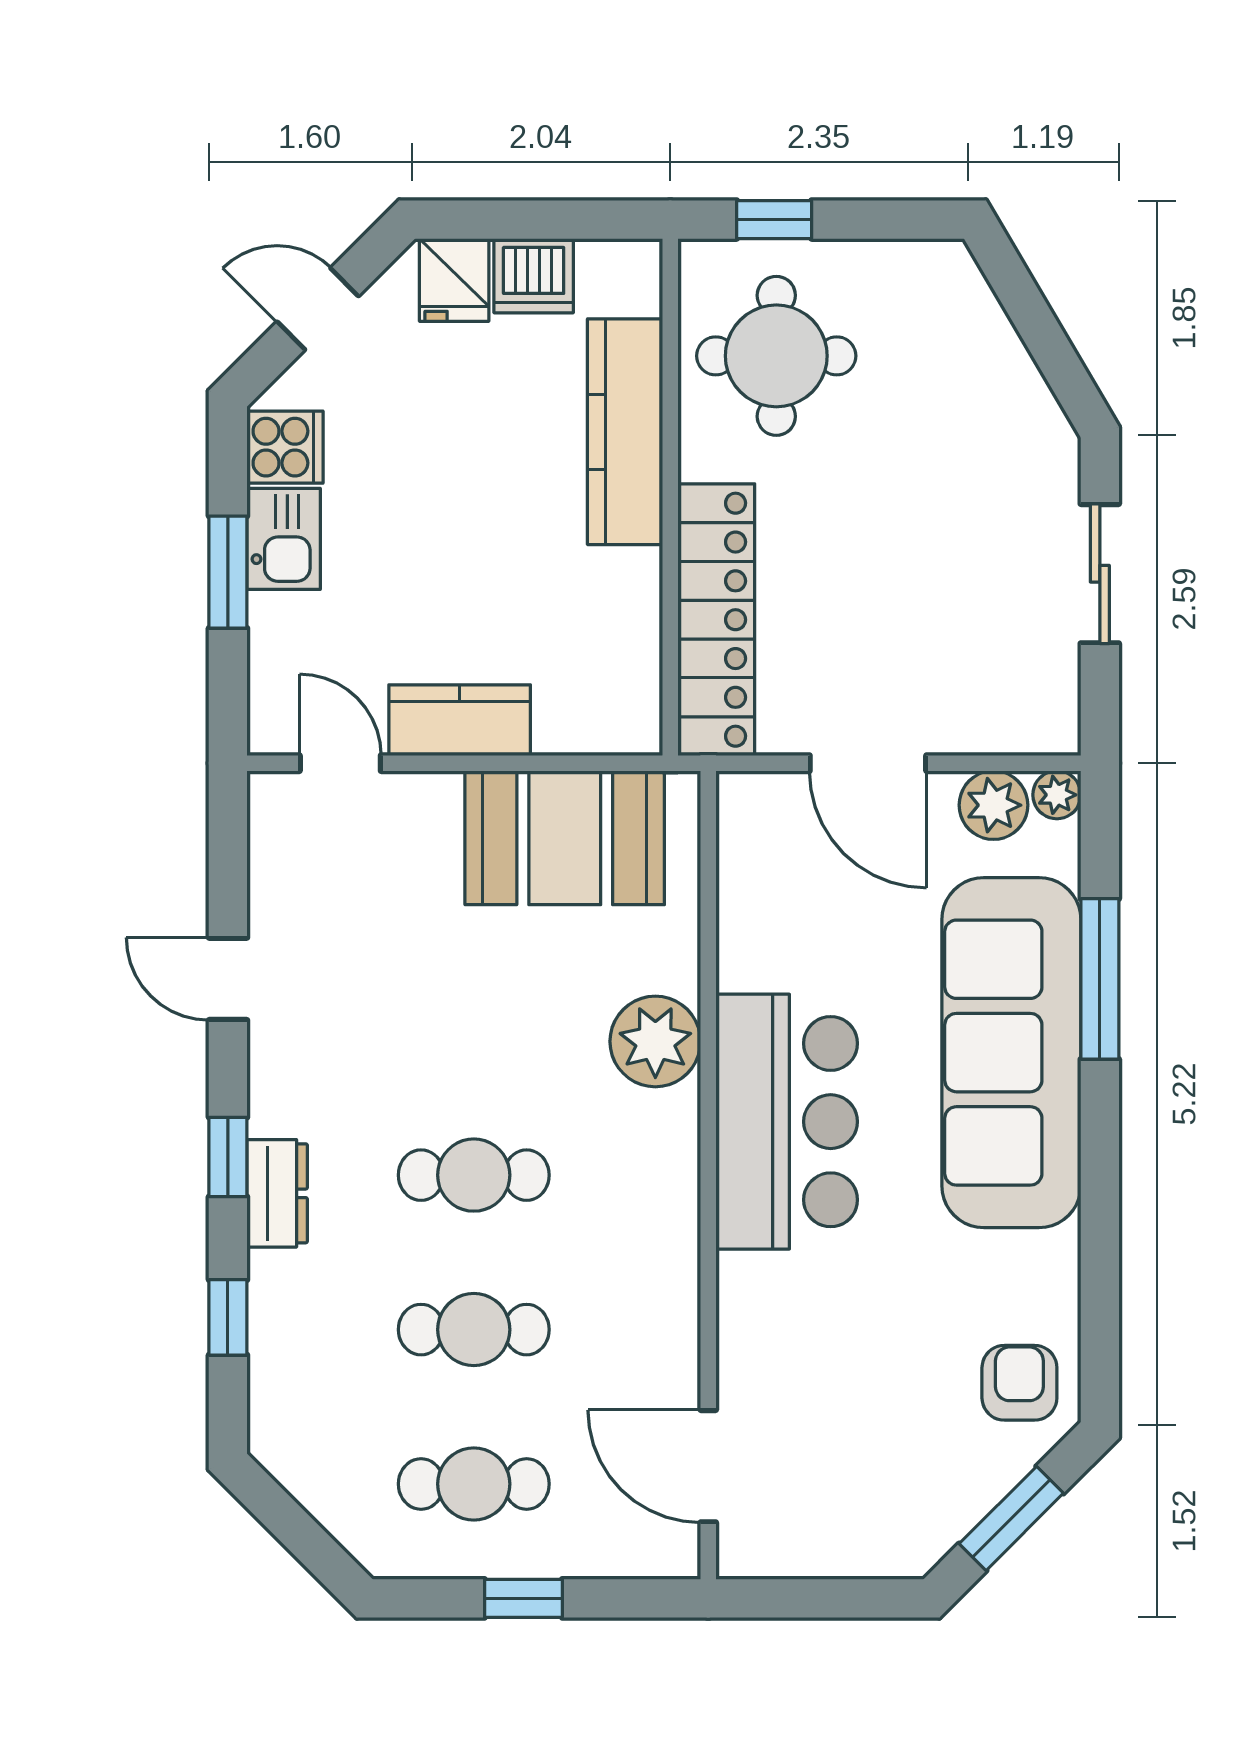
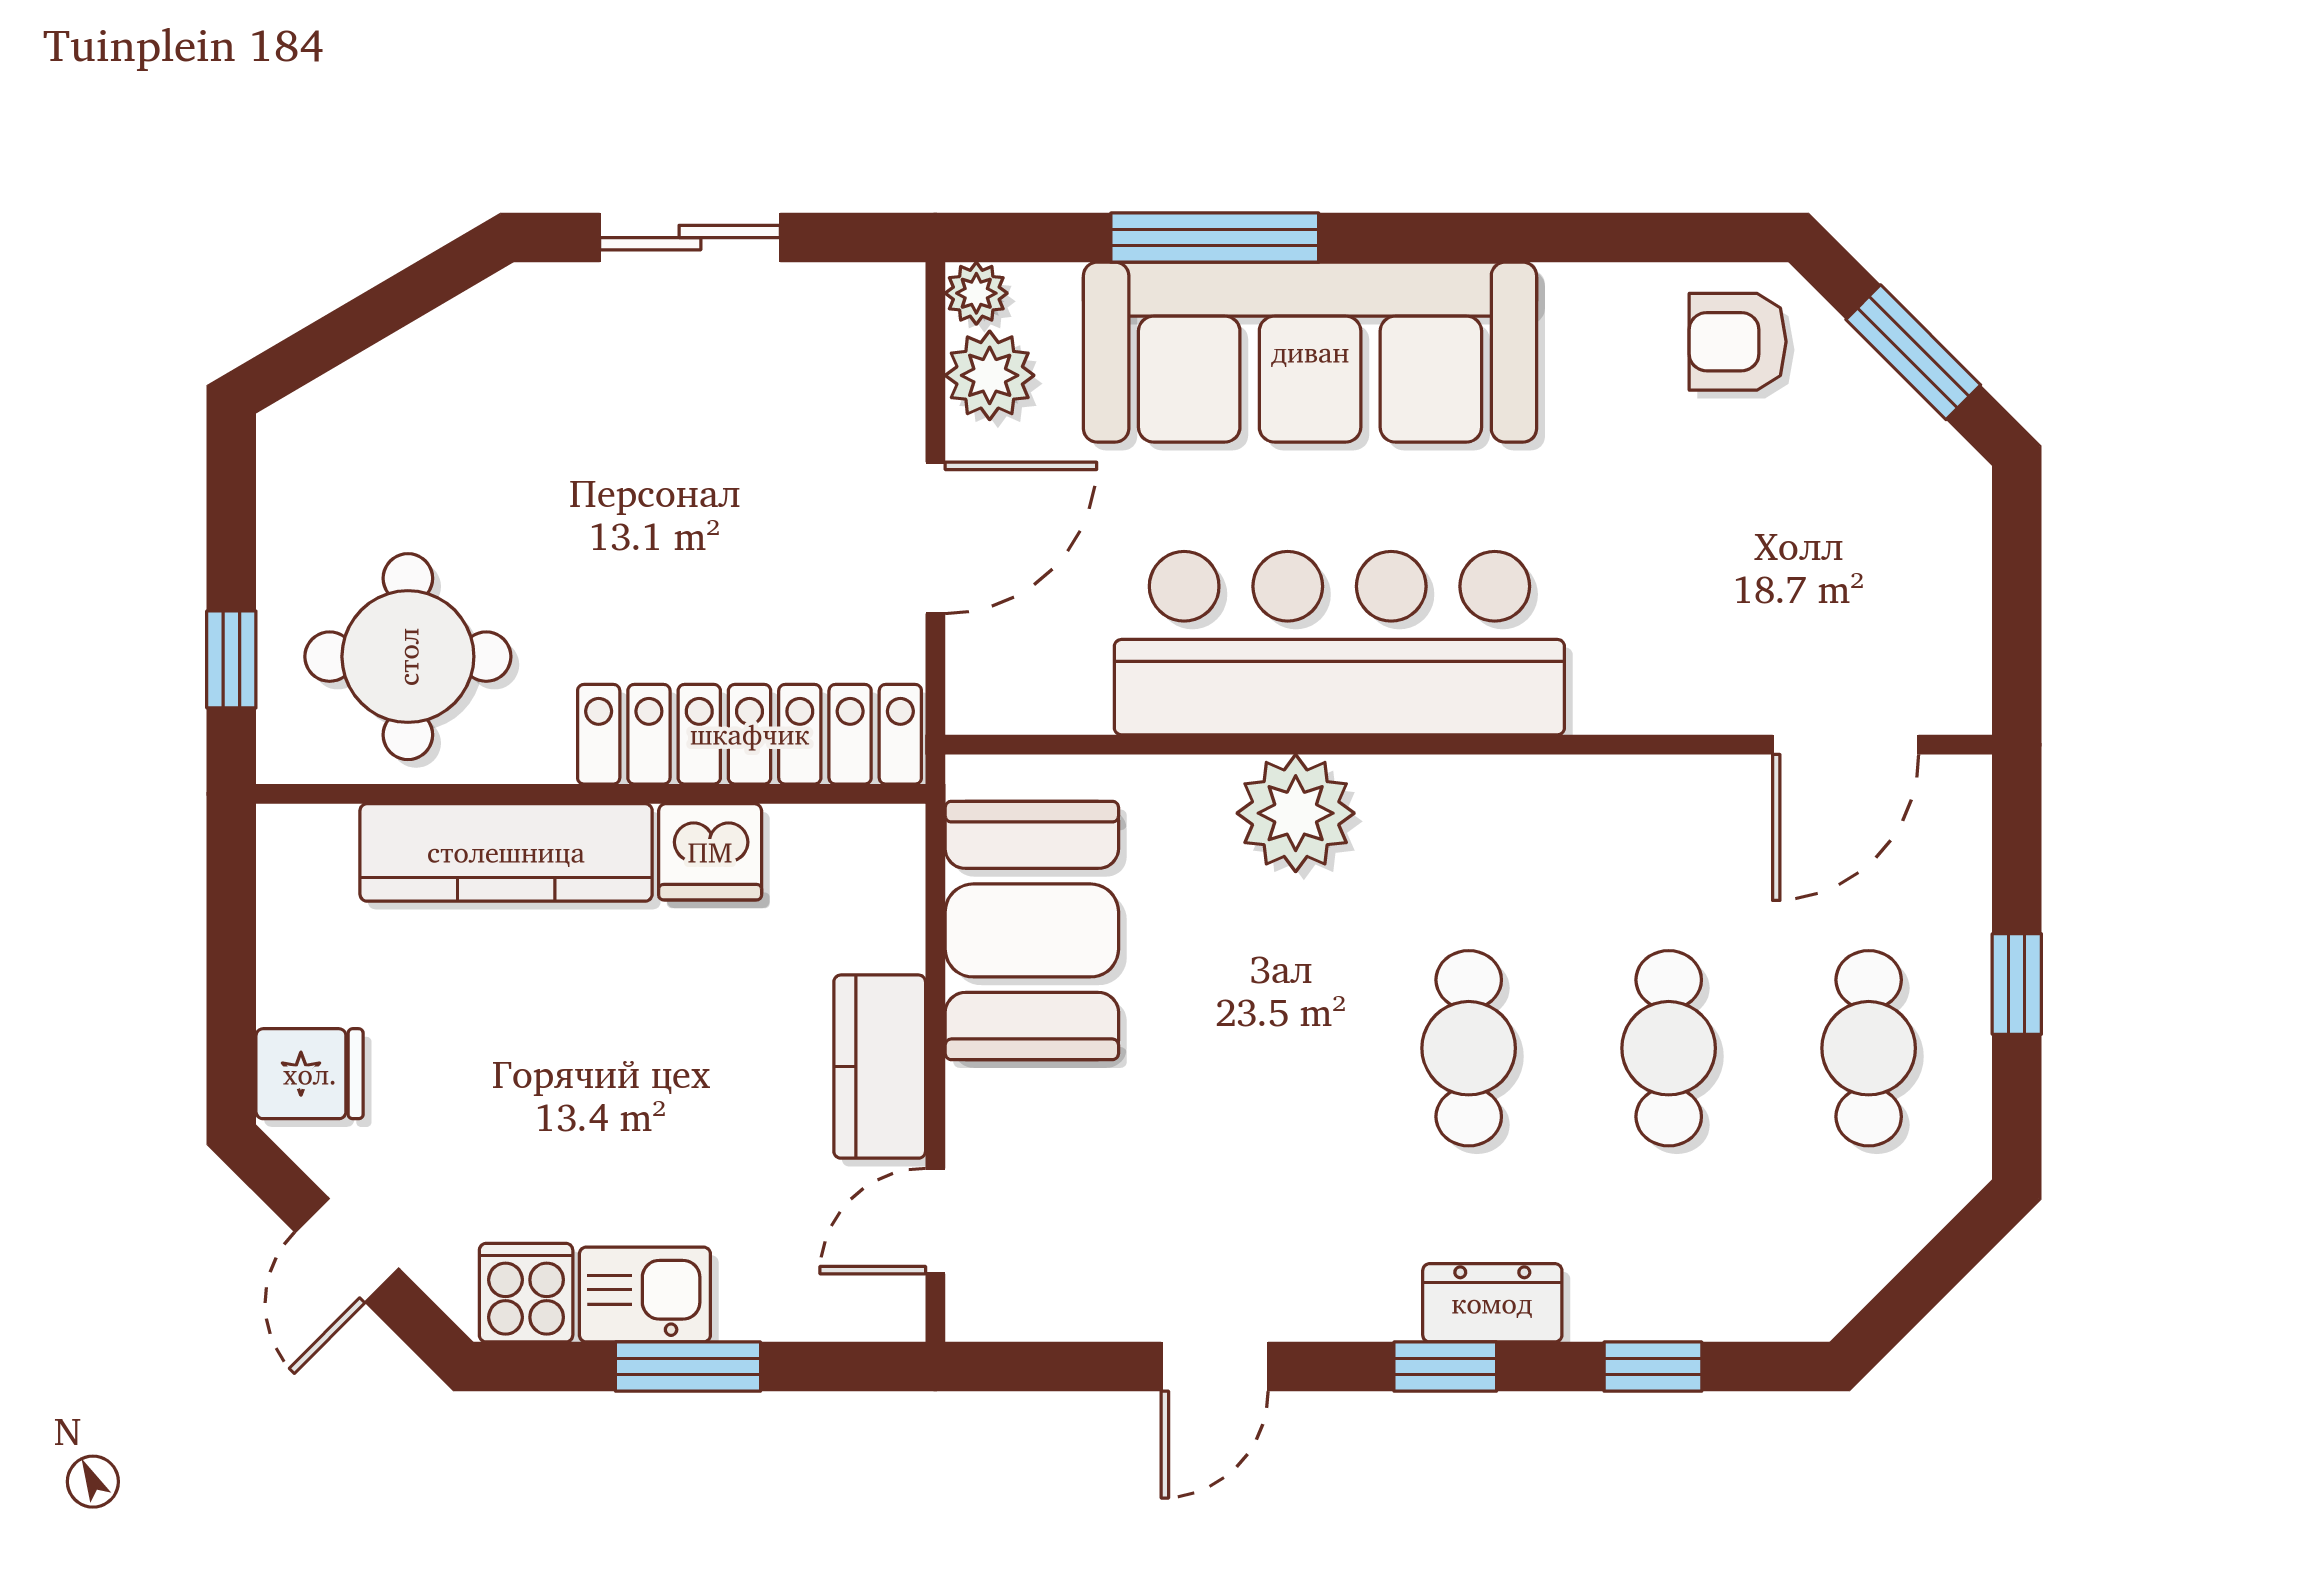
dishwasher: (534, 276) -> (710, 852), moved, turned 90
bar counter: (787, 1122) -> (1339, 643), width x1.36

